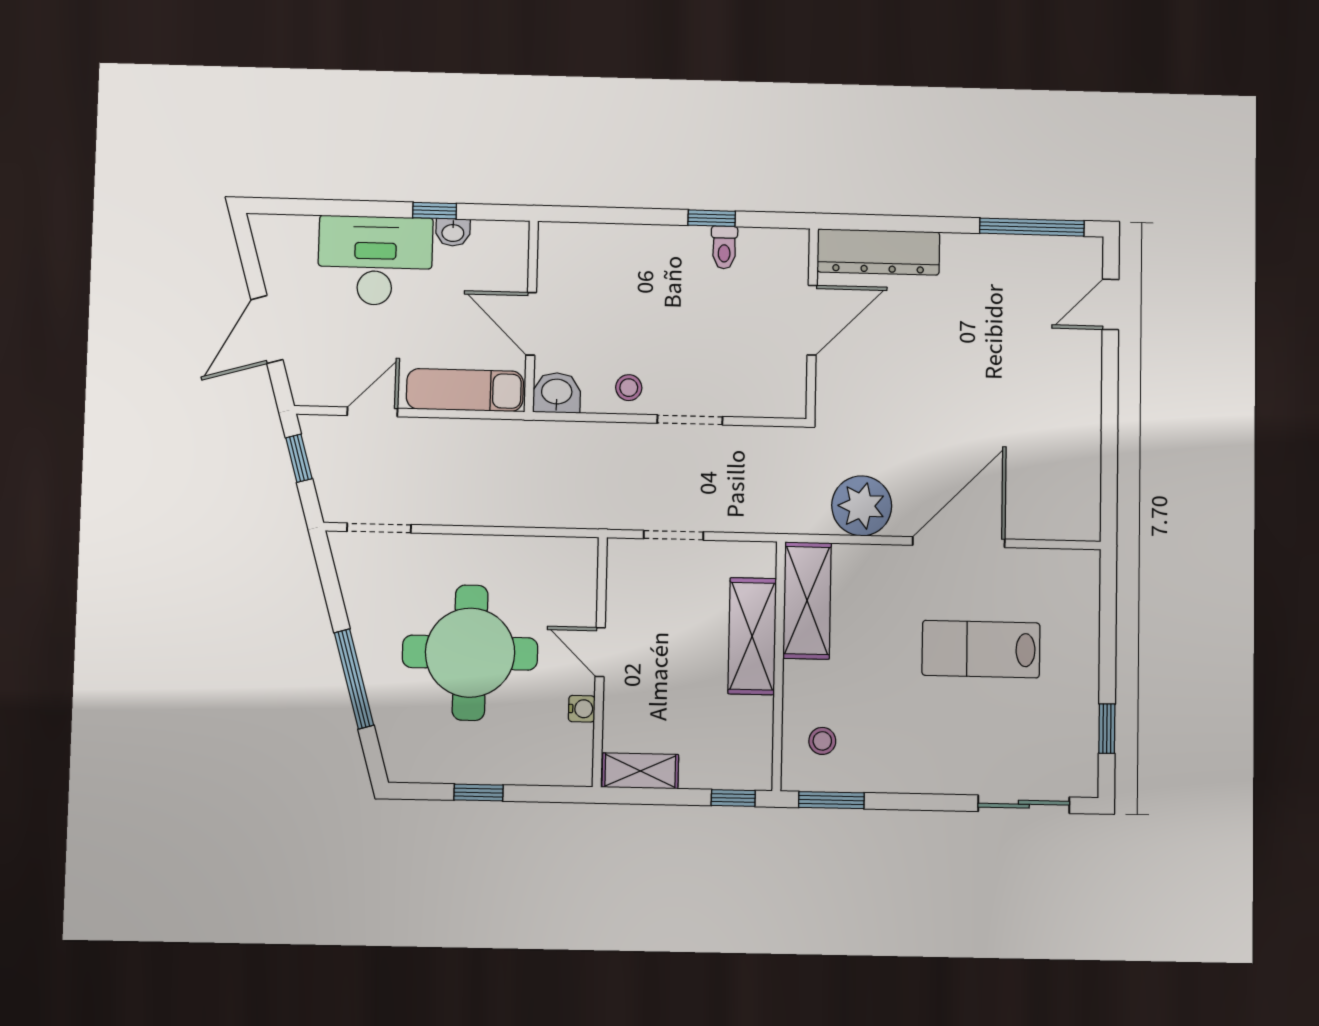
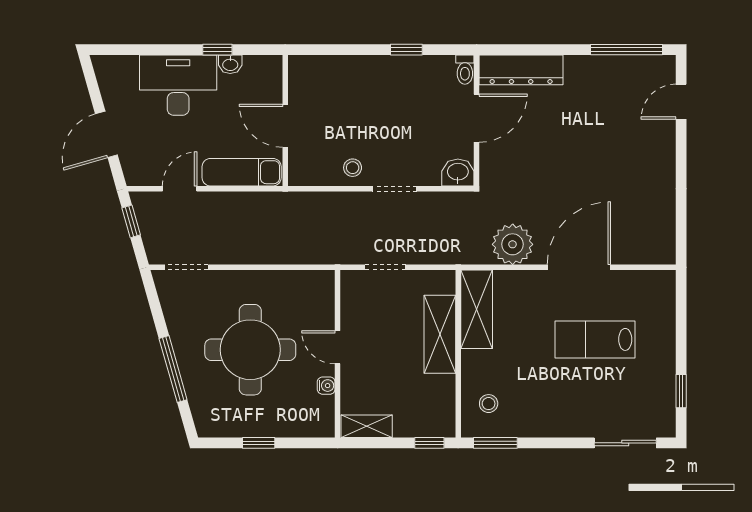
toilet: (724, 247) -> (465, 70), moved
washbasin: (557, 393) -> (458, 172), moved

